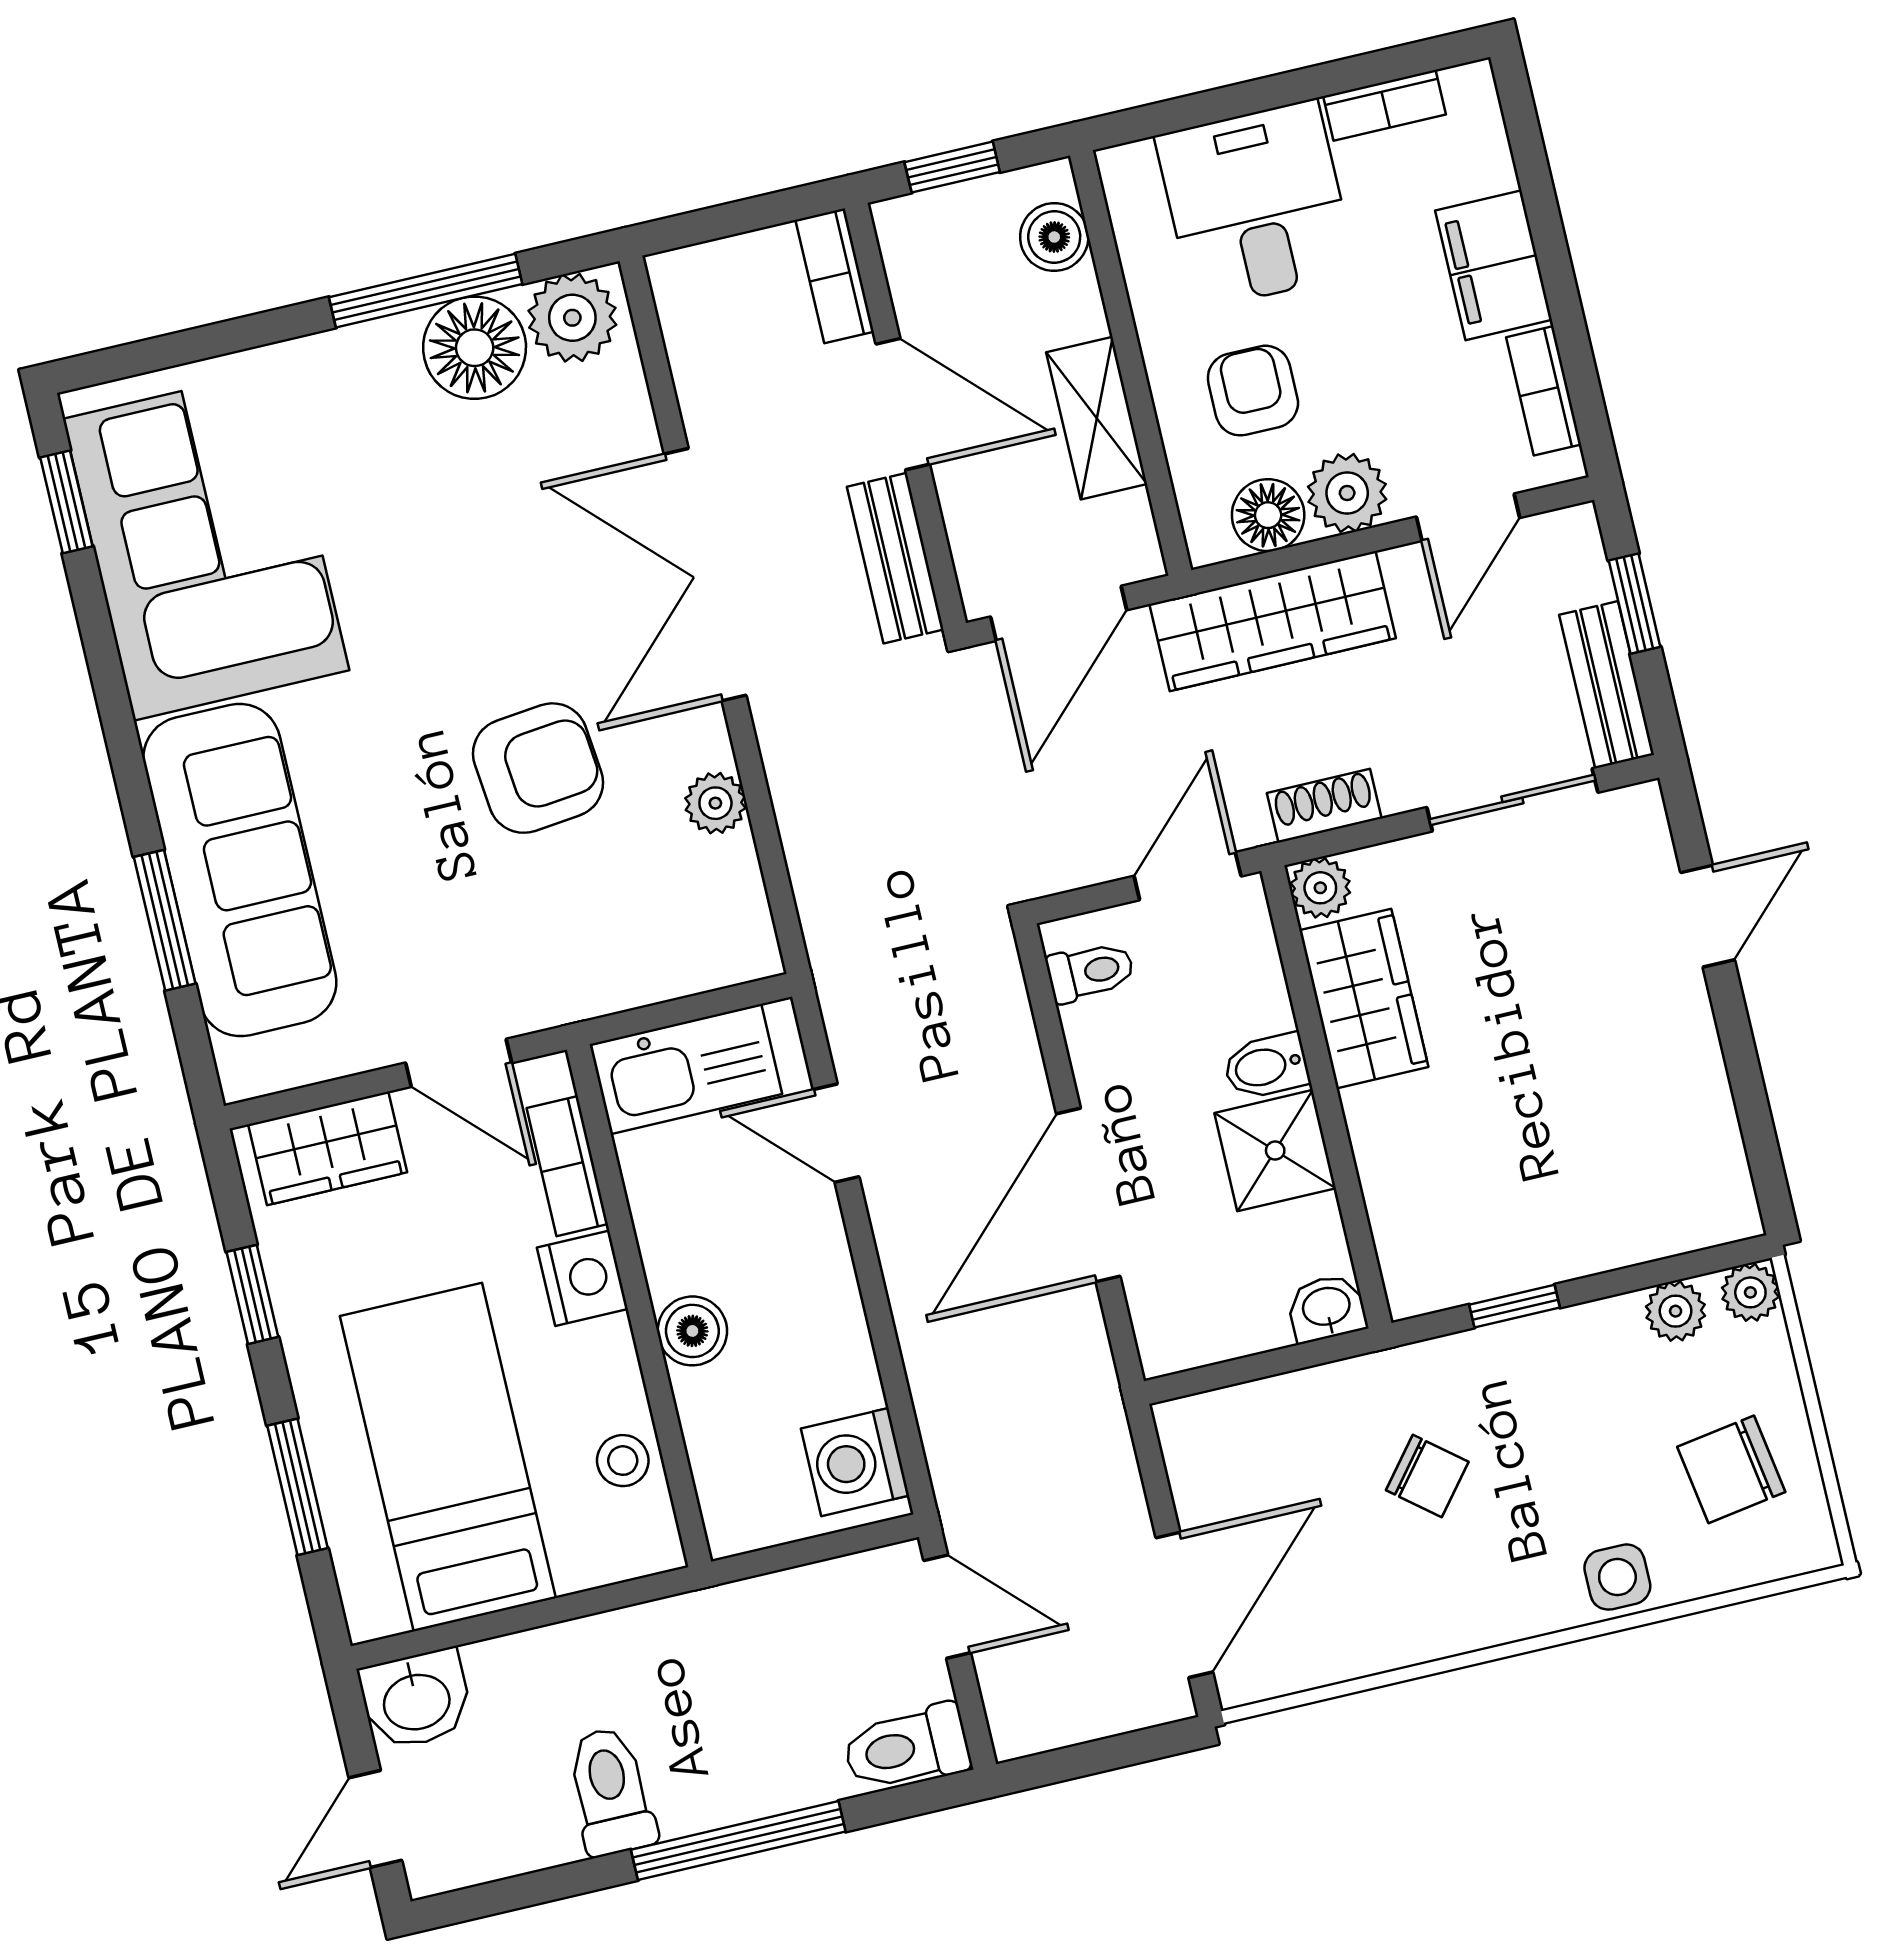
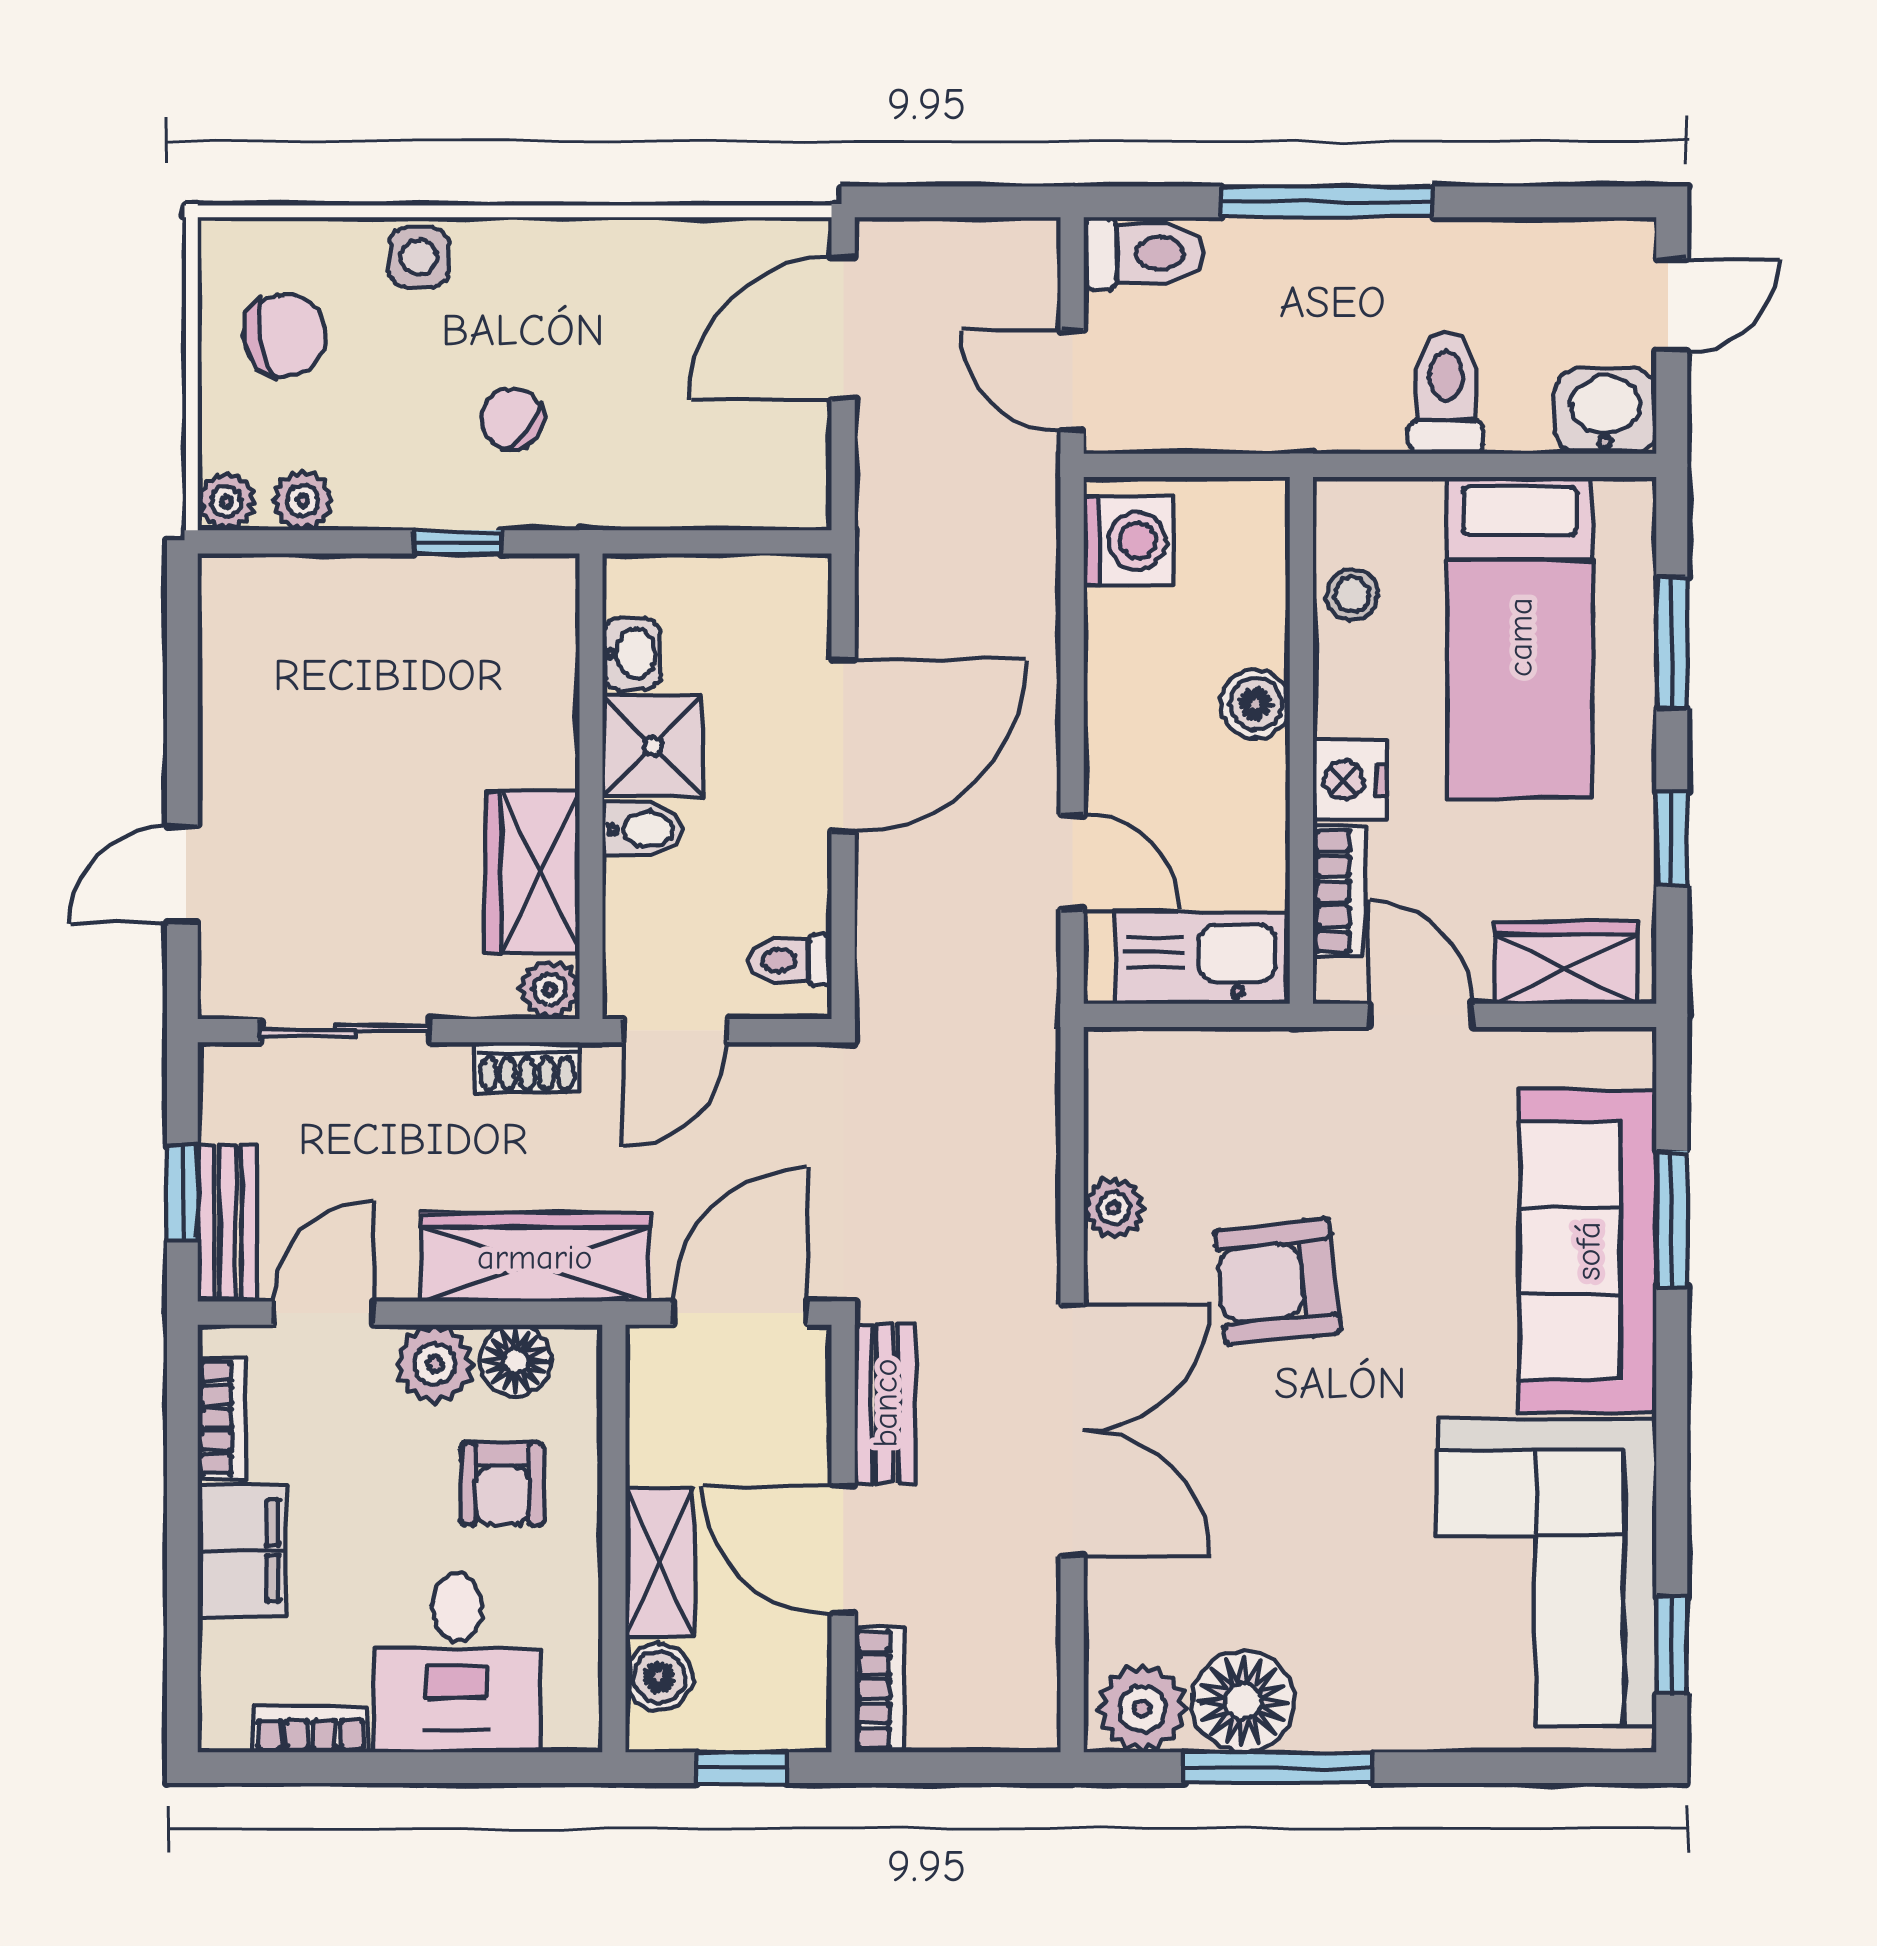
shelving: (1097, 418) -> (659, 1562), moved
bench: (1607, 685) -> (228, 1223), moved
washbasin: (1327, 1308) -> (632, 654), moved, turned -90
chair: (1427, 1476) -> (512, 419), moved
toilet: (611, 1791) -> (1446, 393), moved, turned 180

